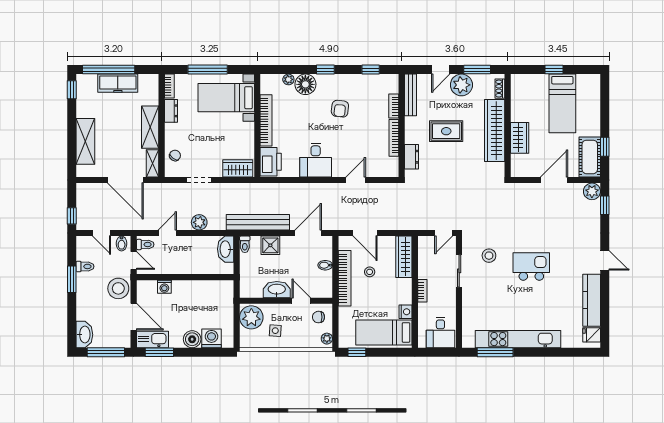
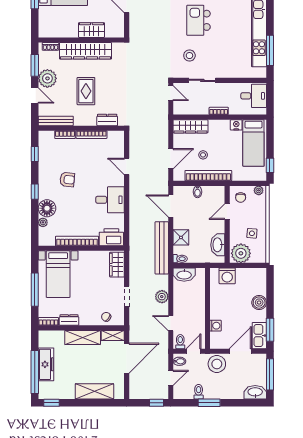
washbasin: (277, 290) -> (218, 245), moved
washing machine: (211, 338) -> (227, 276), moved, turned -90

